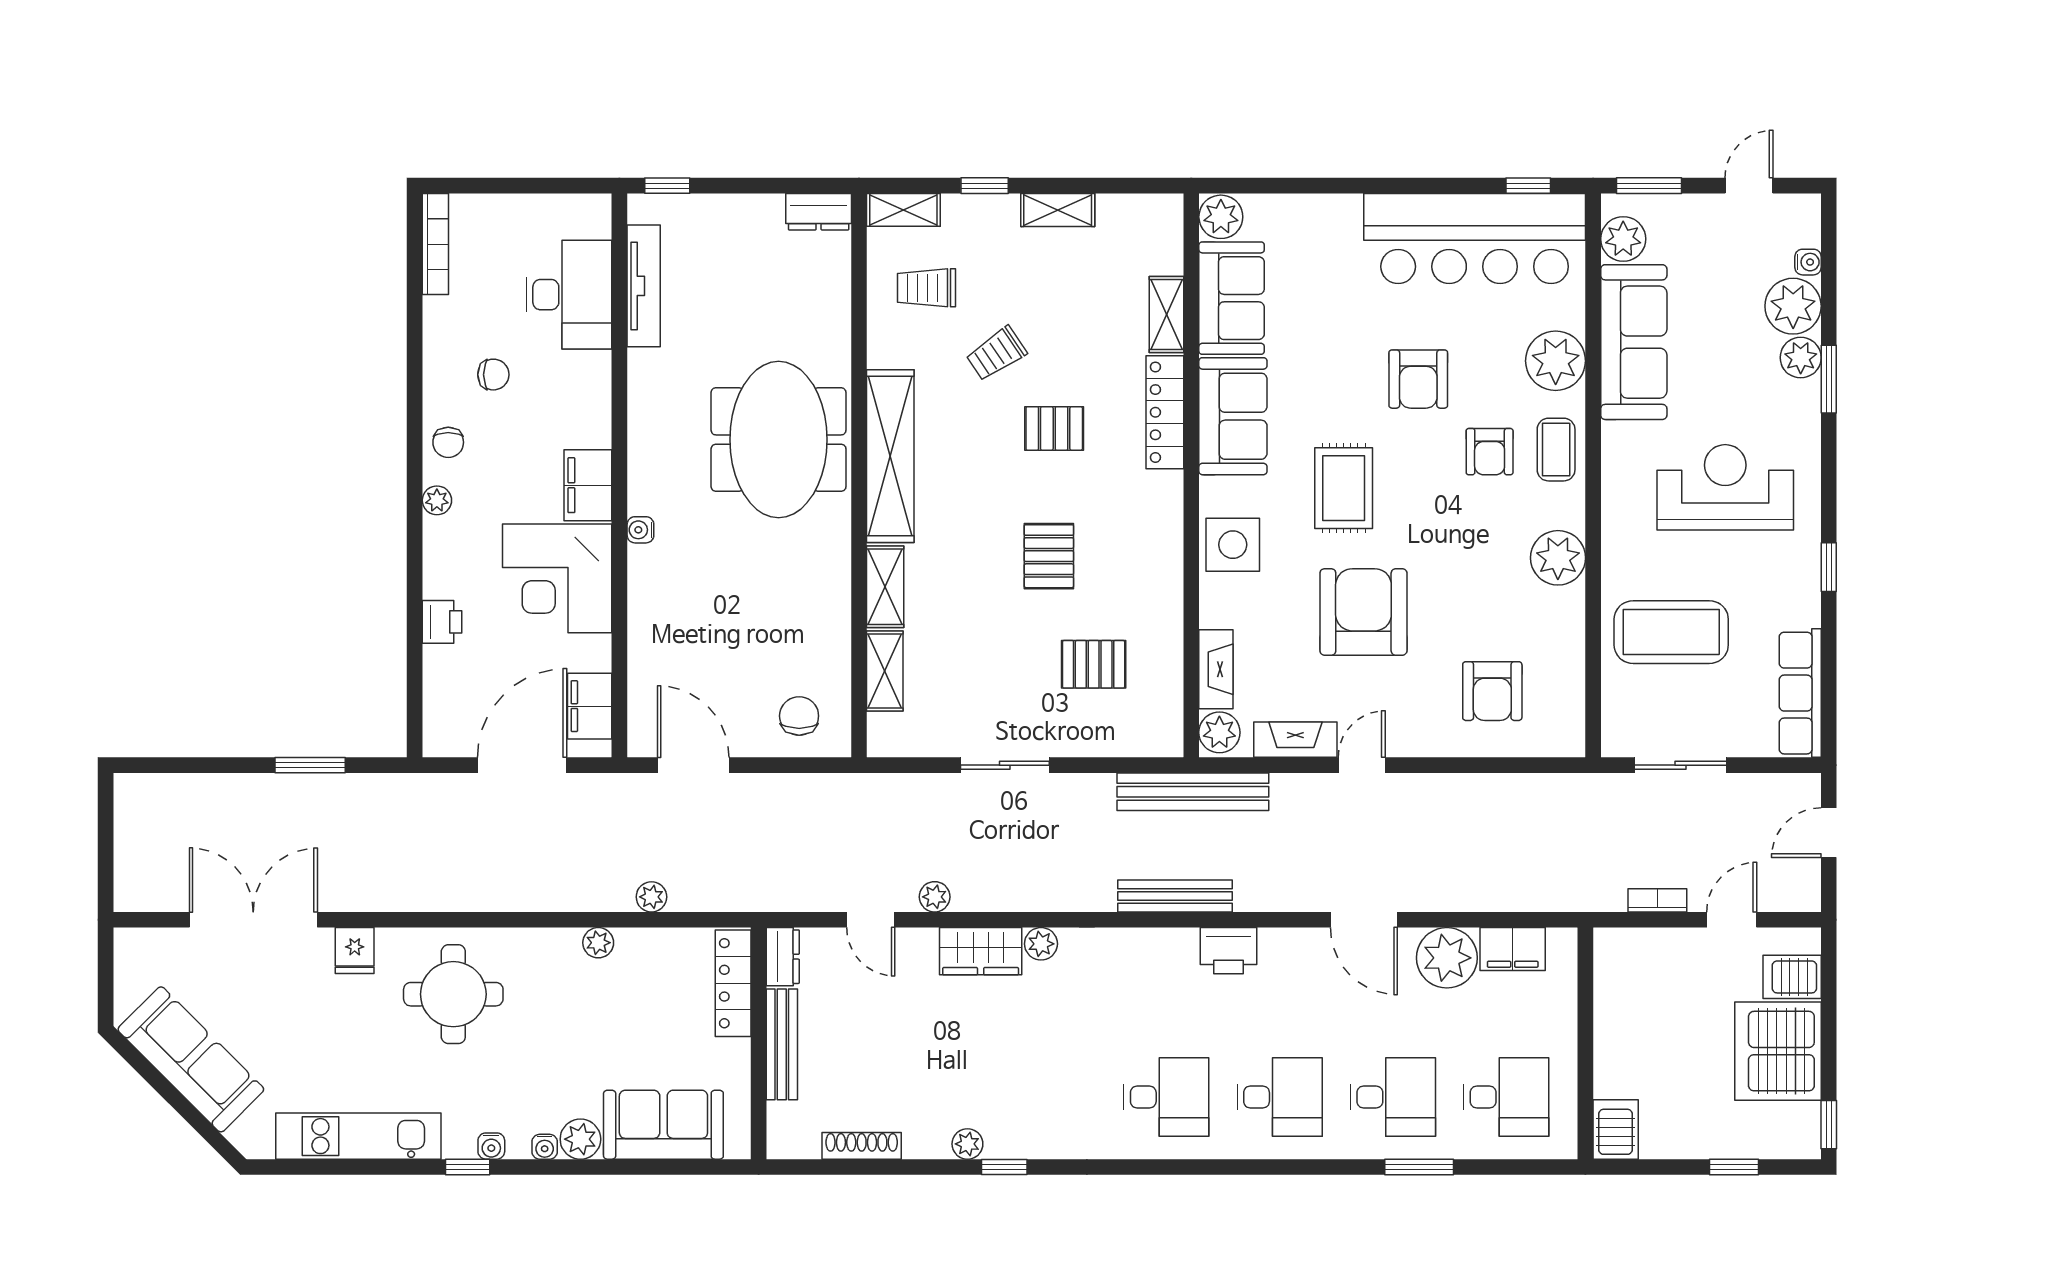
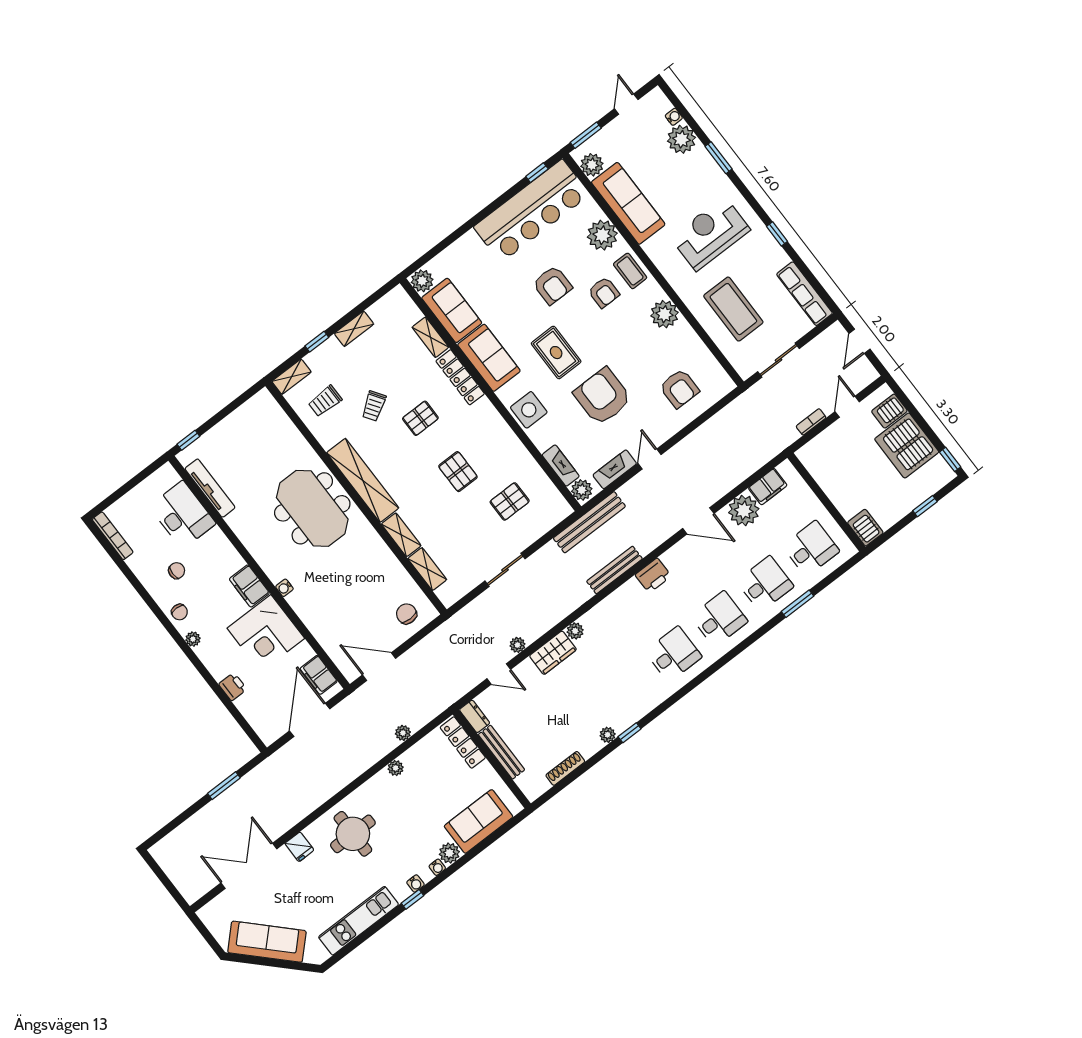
dresser: (819, 212) -> (258, 404), removed
plant: (1801, 358) -> (701, 158), removed
coffee table: (1671, 632) -> (733, 309), turned 90

